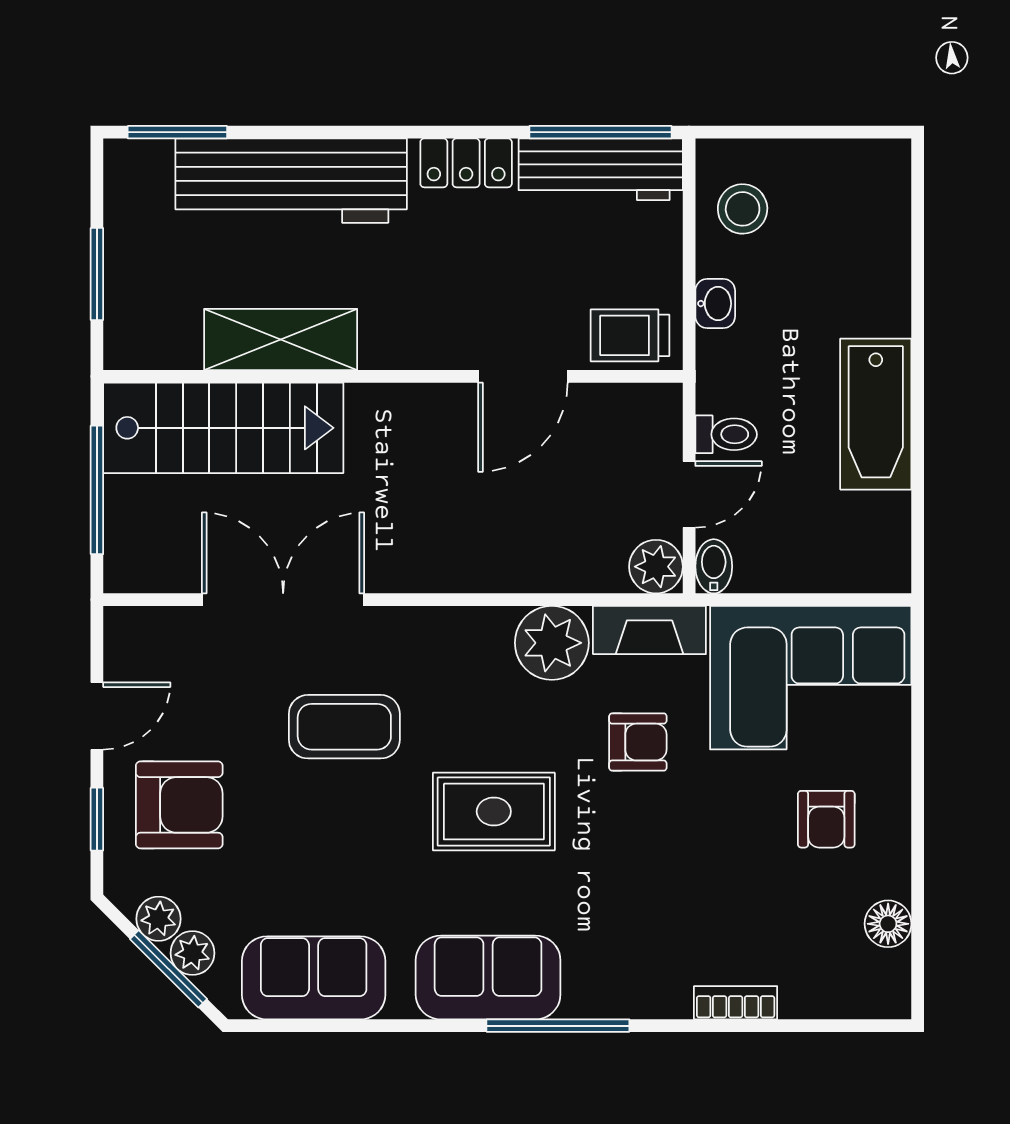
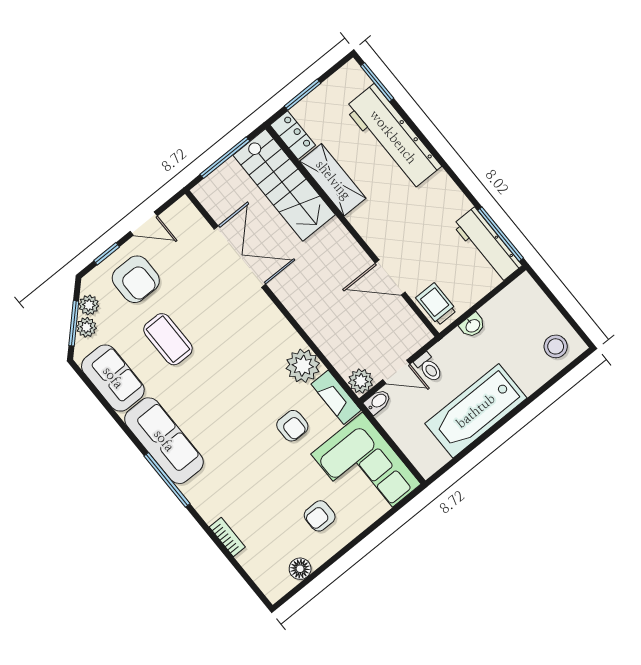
locker: (466, 163) -> (293, 135), moved, turned 180
stool: (743, 209) -> (556, 346), moved
bathtub: (876, 414) -> (476, 411), width x1.36, depth x1.36
coffee table: (344, 727) -> (168, 339), moved
rug: (494, 811) -> (225, 394), removed
sofa: (488, 977) -> (164, 441), width x1.36

